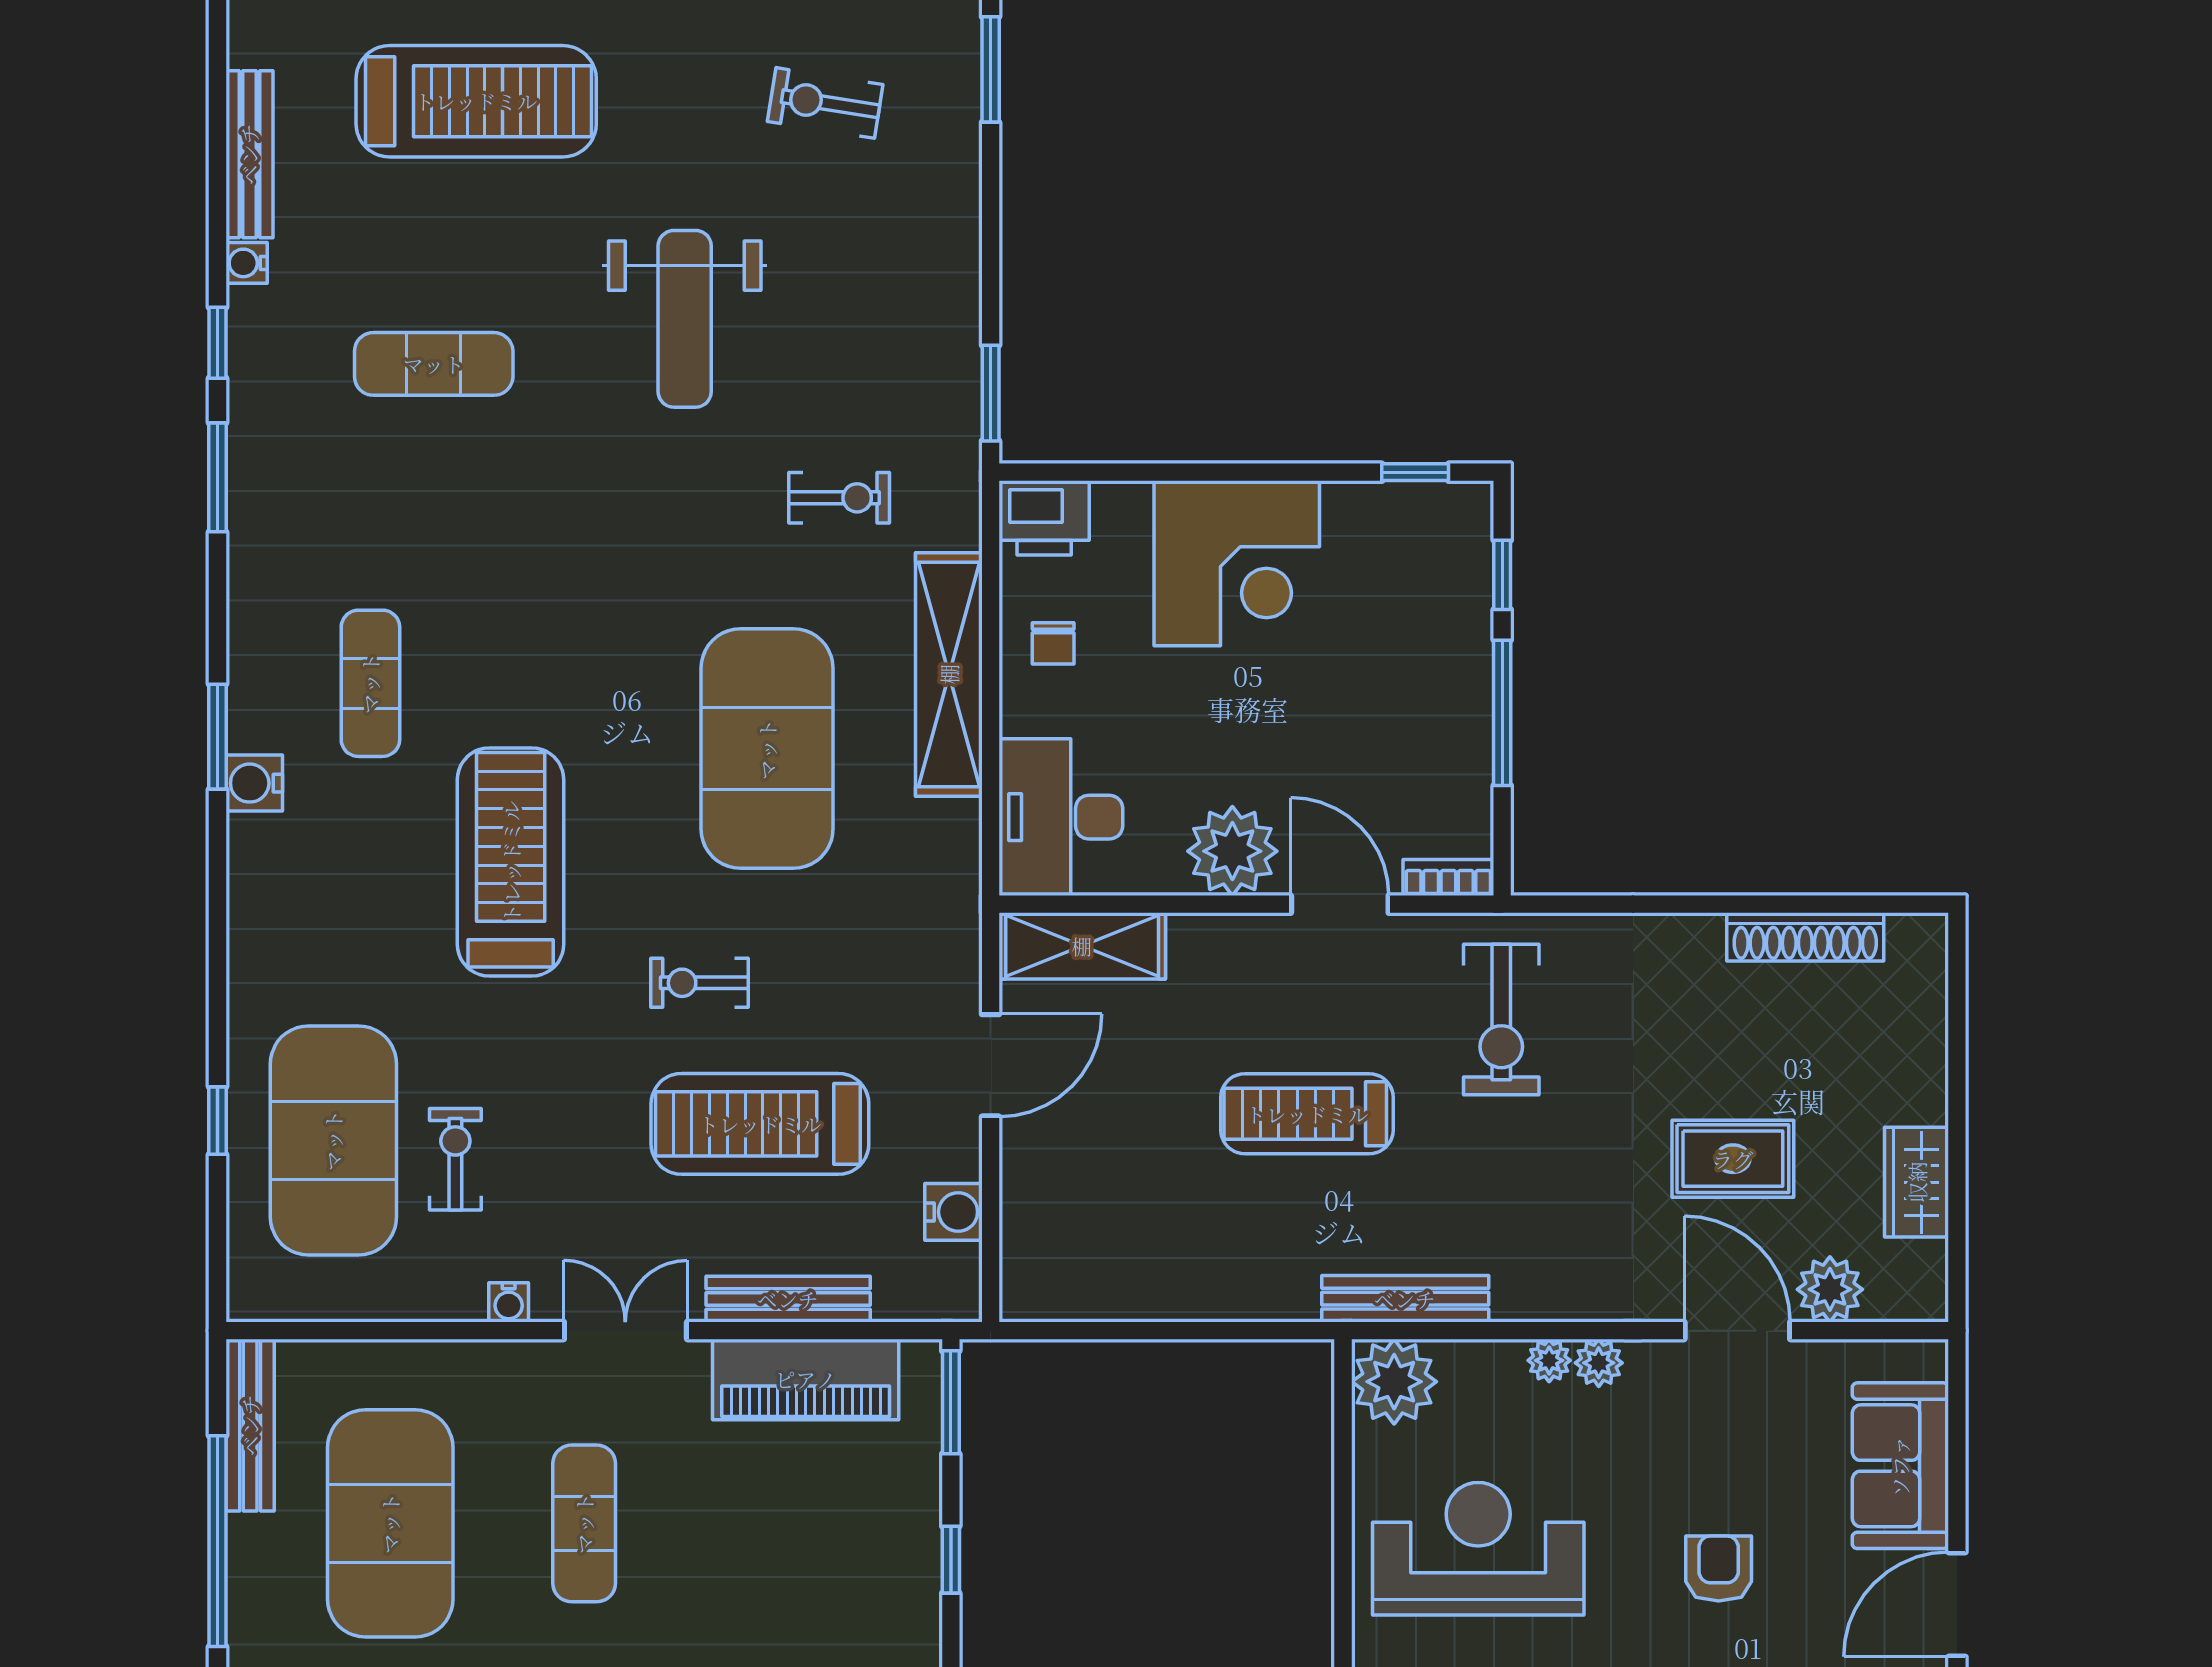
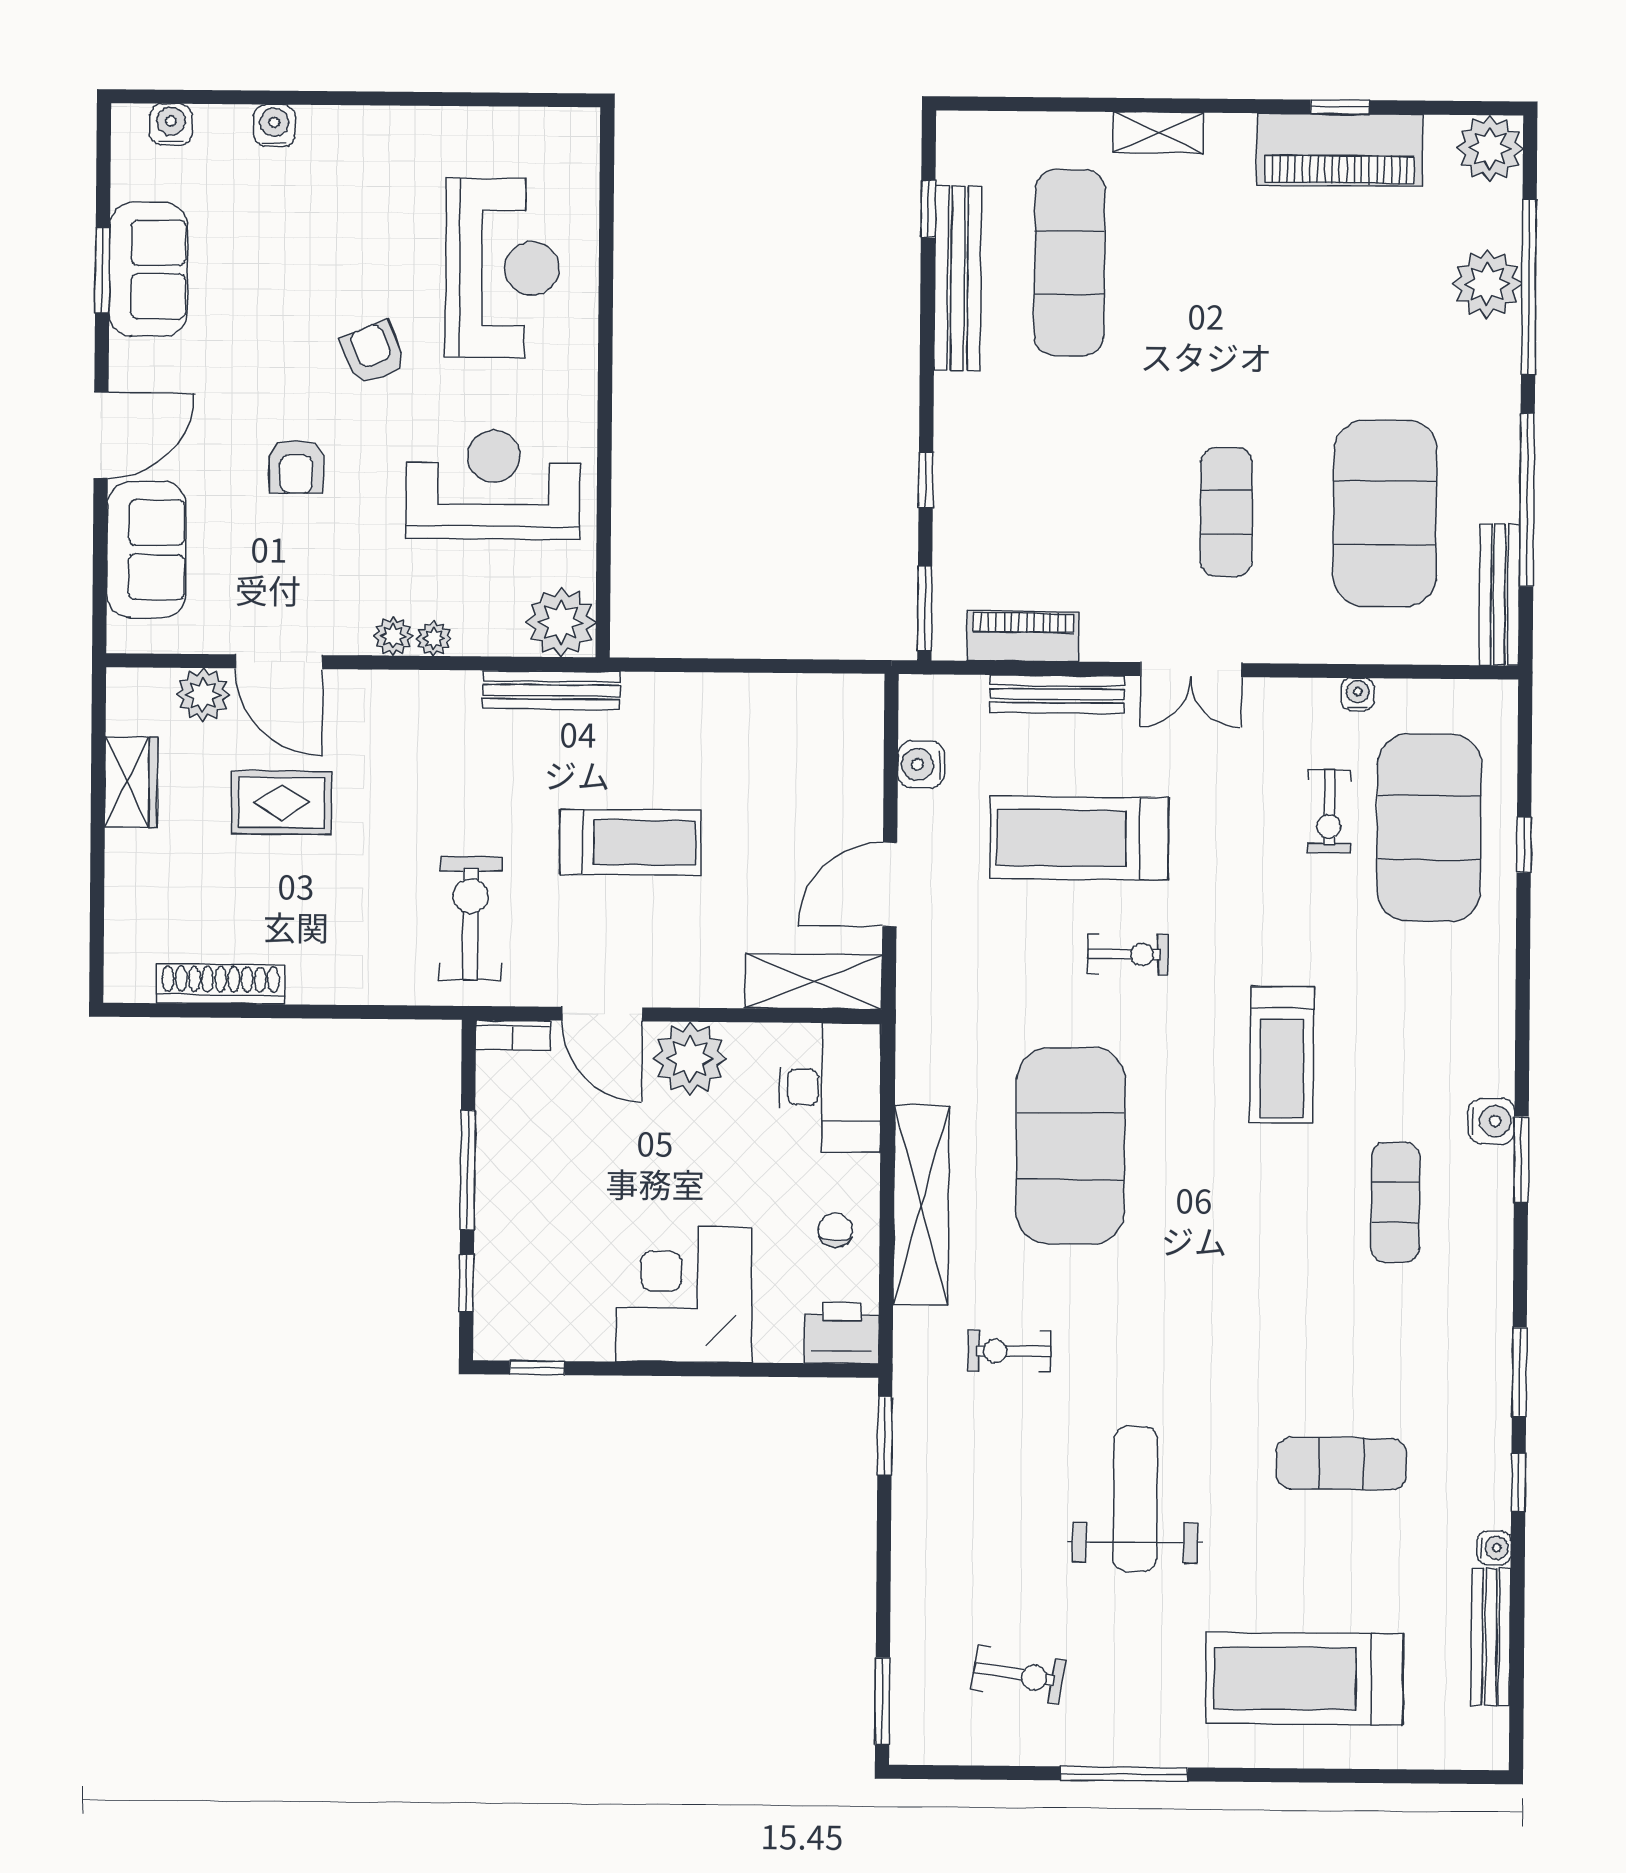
treadmill: (511, 862) -> (1282, 1055), width x0.73, depth x0.73
treadmill: (760, 1124) -> (1079, 838), turned 180
water cooler: (509, 1302) -> (1358, 694), moved
piano: (806, 1379) -> (1023, 636), width x0.73, depth x0.75
reception desk: (1478, 1549) -> (493, 485), turned 180

